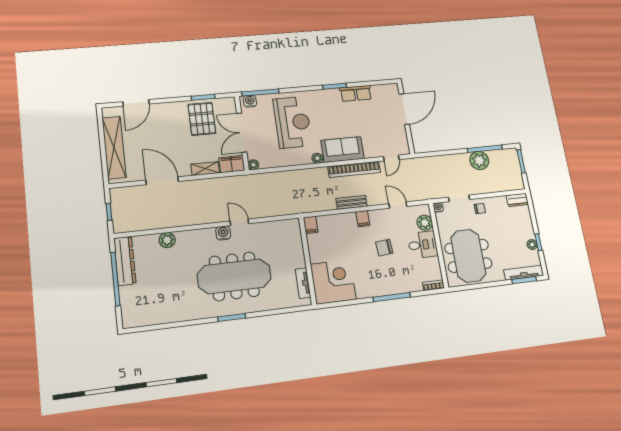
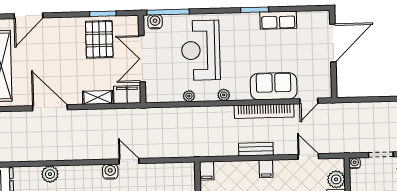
reception desk: (293, 122) -> (201, 50), turned 180
sofa: (343, 150) -> (274, 86), moved
plant: (253, 165) -> (189, 96), moved

